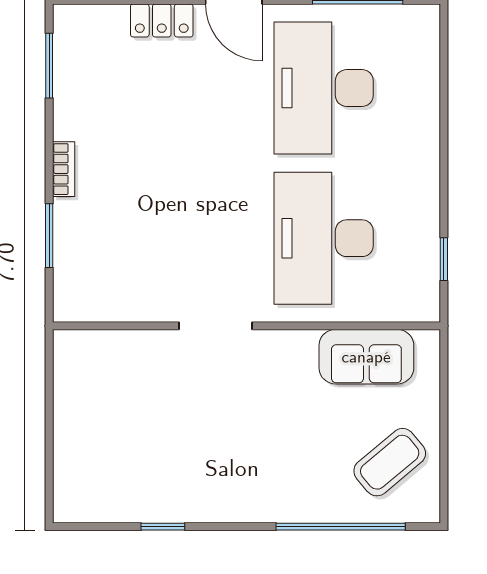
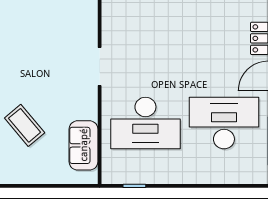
desk: (324, 238) -> (145, 123), turned 180
coffee table: (390, 462) -> (25, 125), moved

